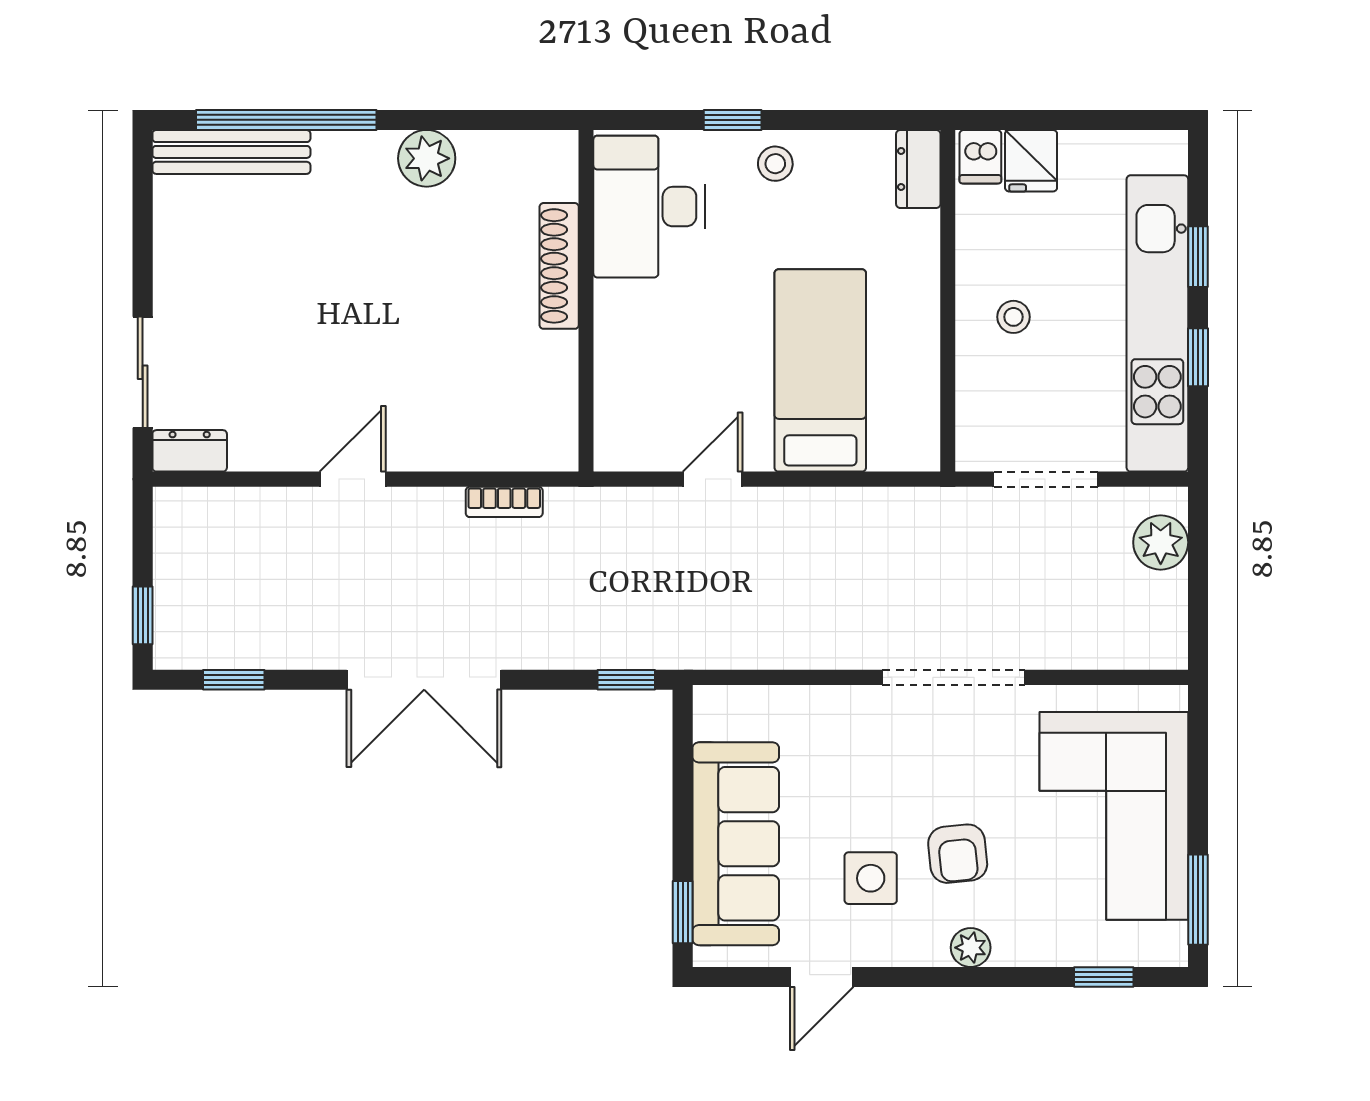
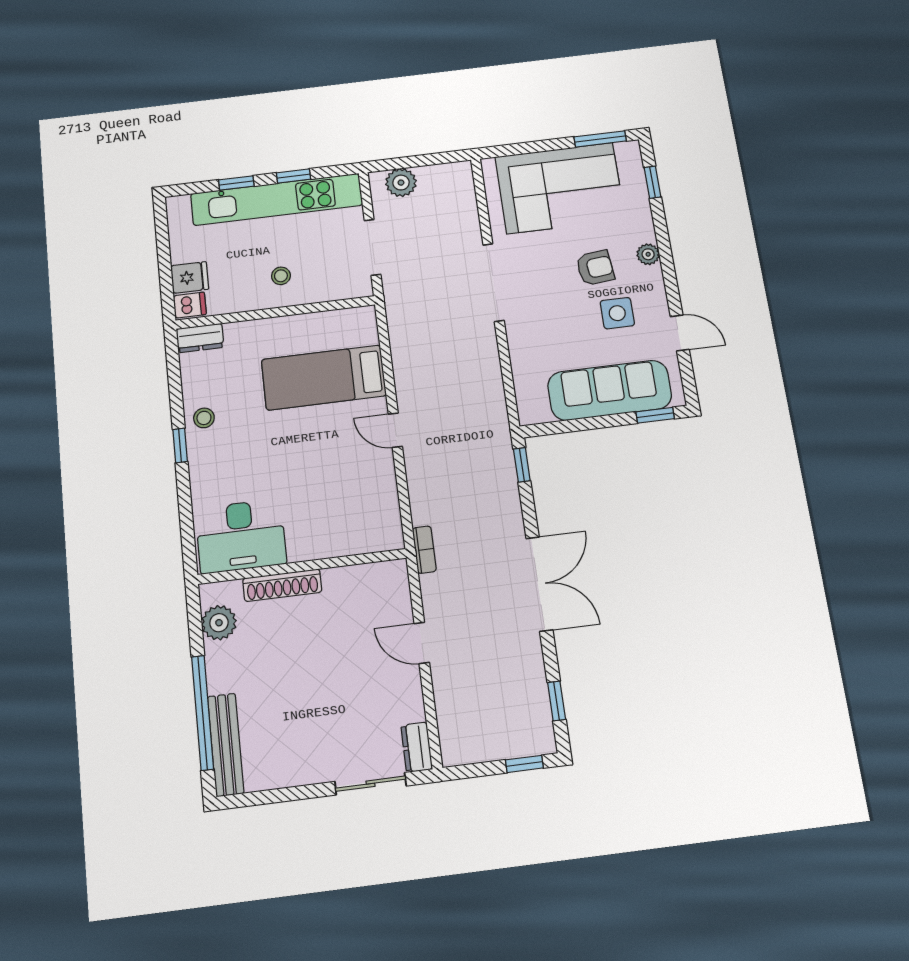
desk: (649, 207) -> (241, 536), moved
shoe rack: (559, 266) -> (282, 585), moved
wall: (586, 301) -> (302, 566), moved

